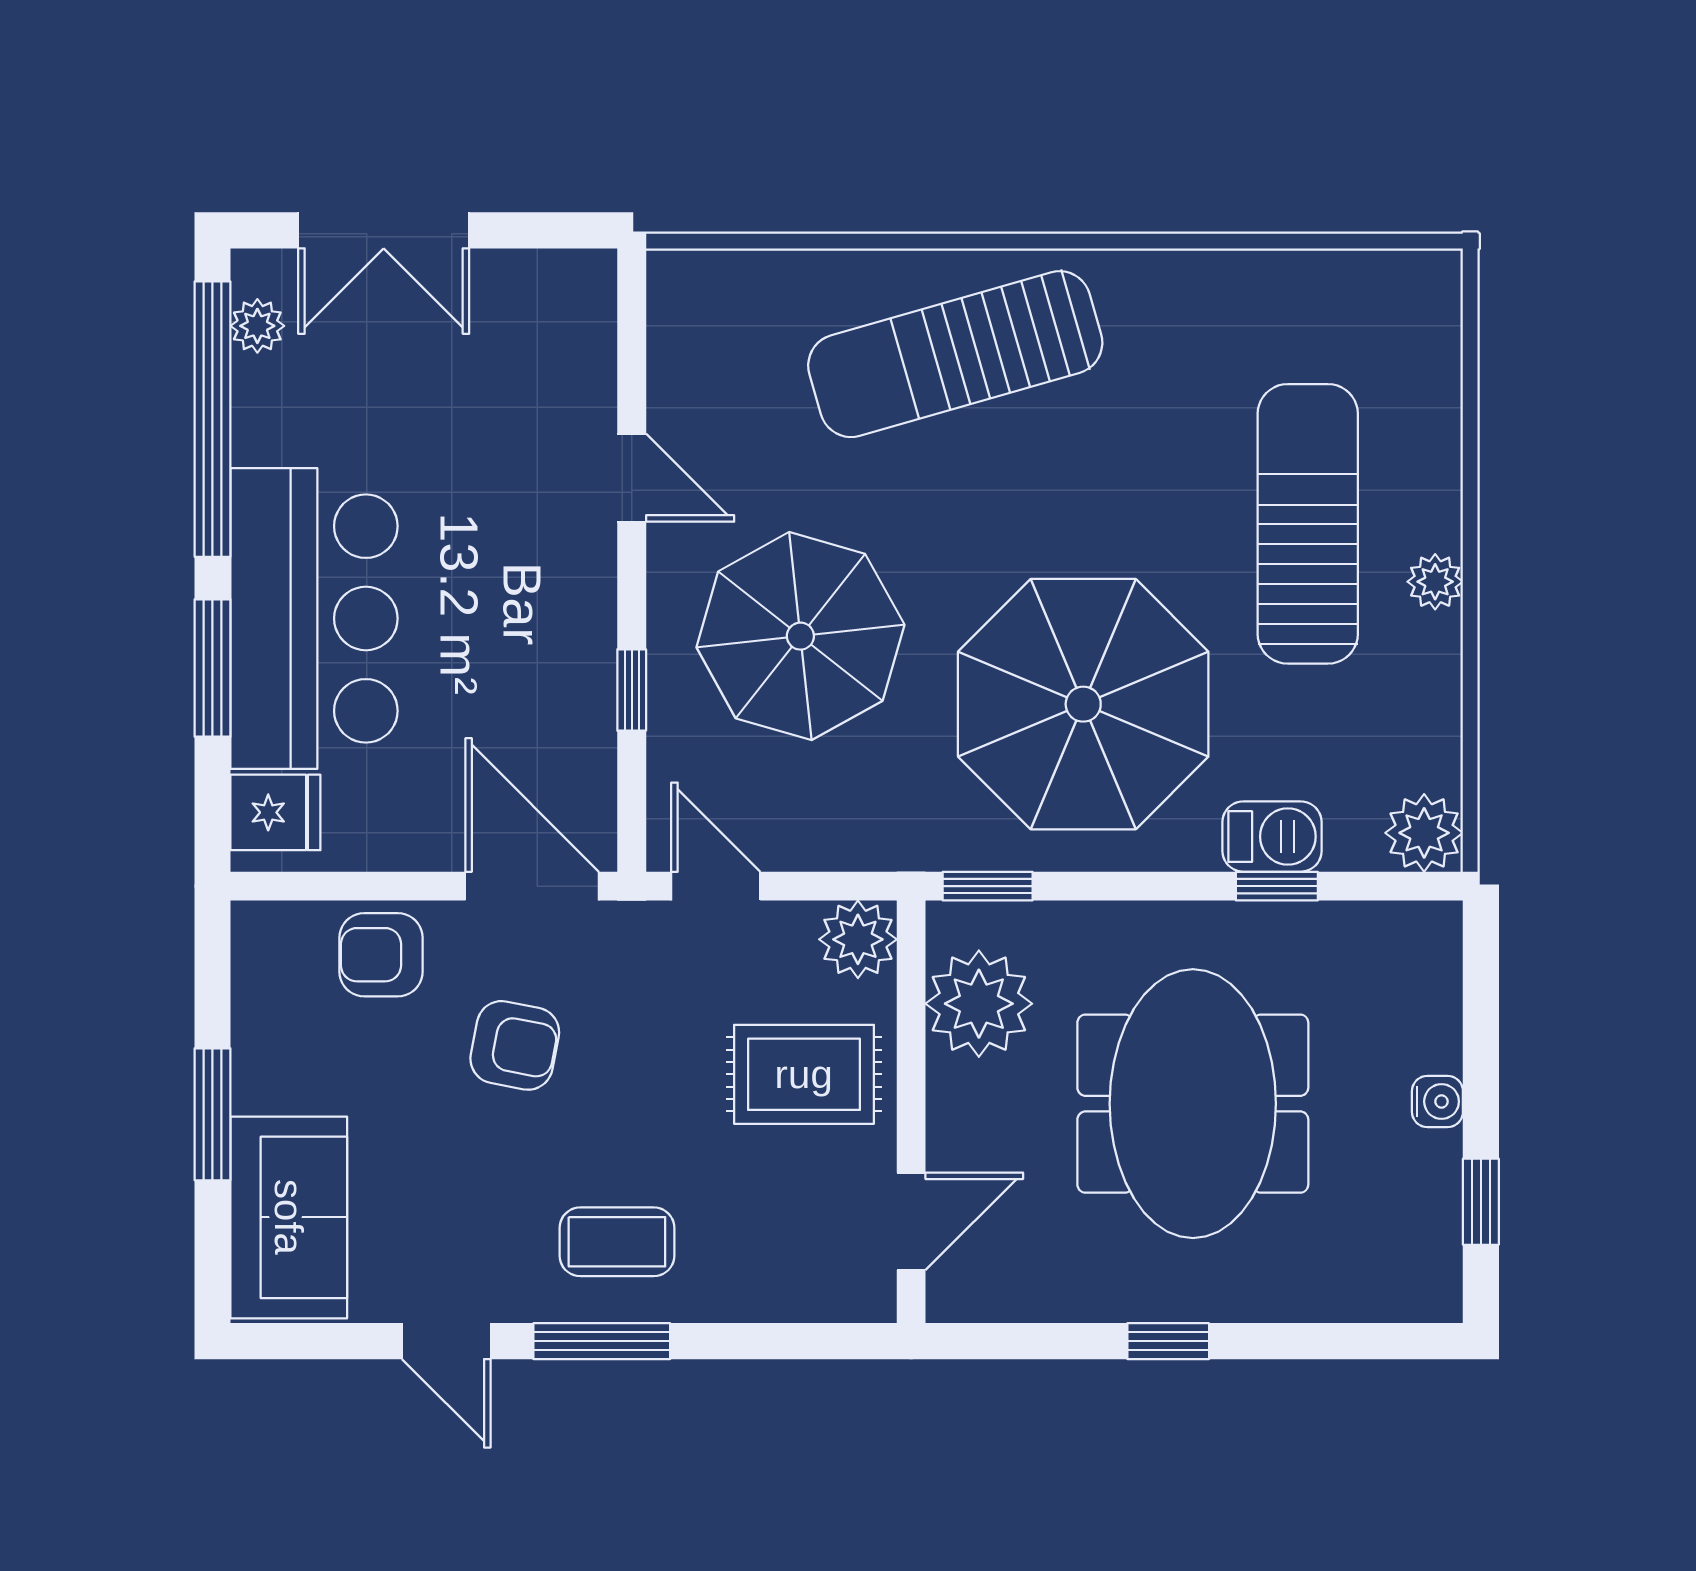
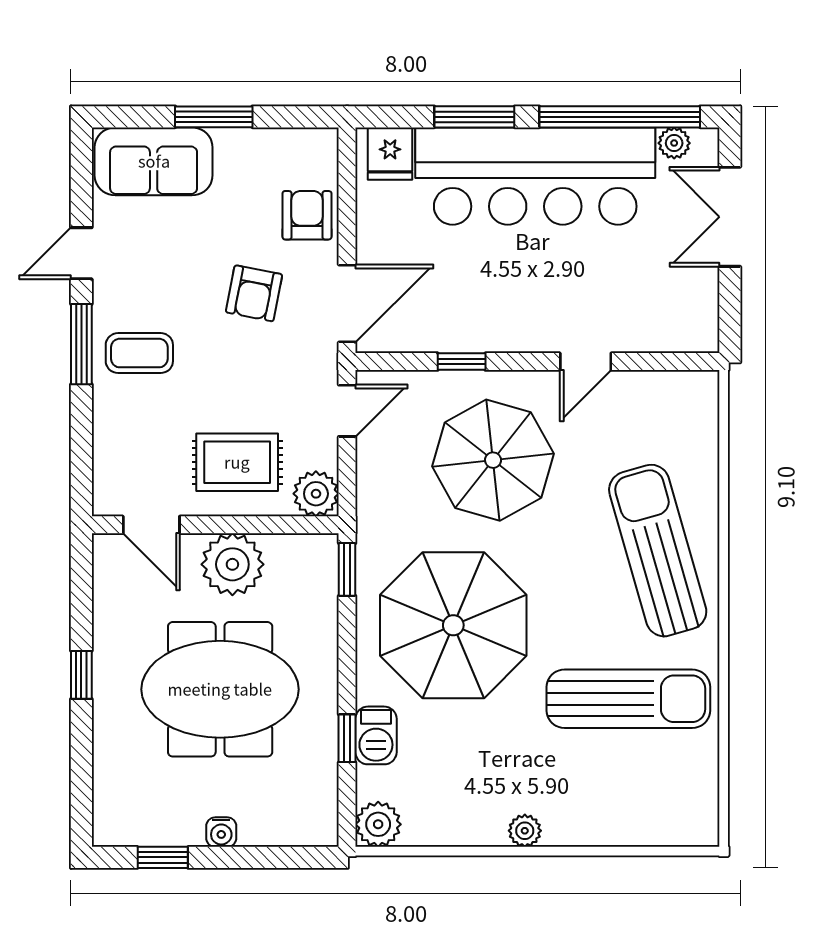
sun lounger: (1308, 524) -> (628, 699), moved
bar counter: (314, 618) -> (535, 176), width x1.36
plant: (979, 1004) -> (232, 564), moved
rug: (804, 1074) -> (237, 462), turned 90
coffee table: (617, 1242) -> (139, 353), turned 90

